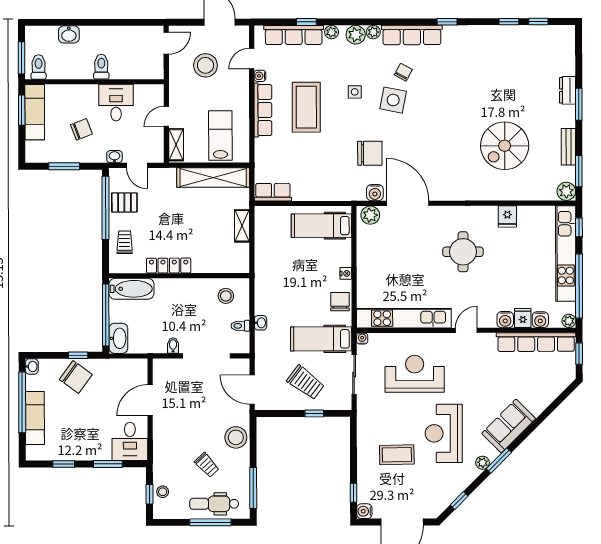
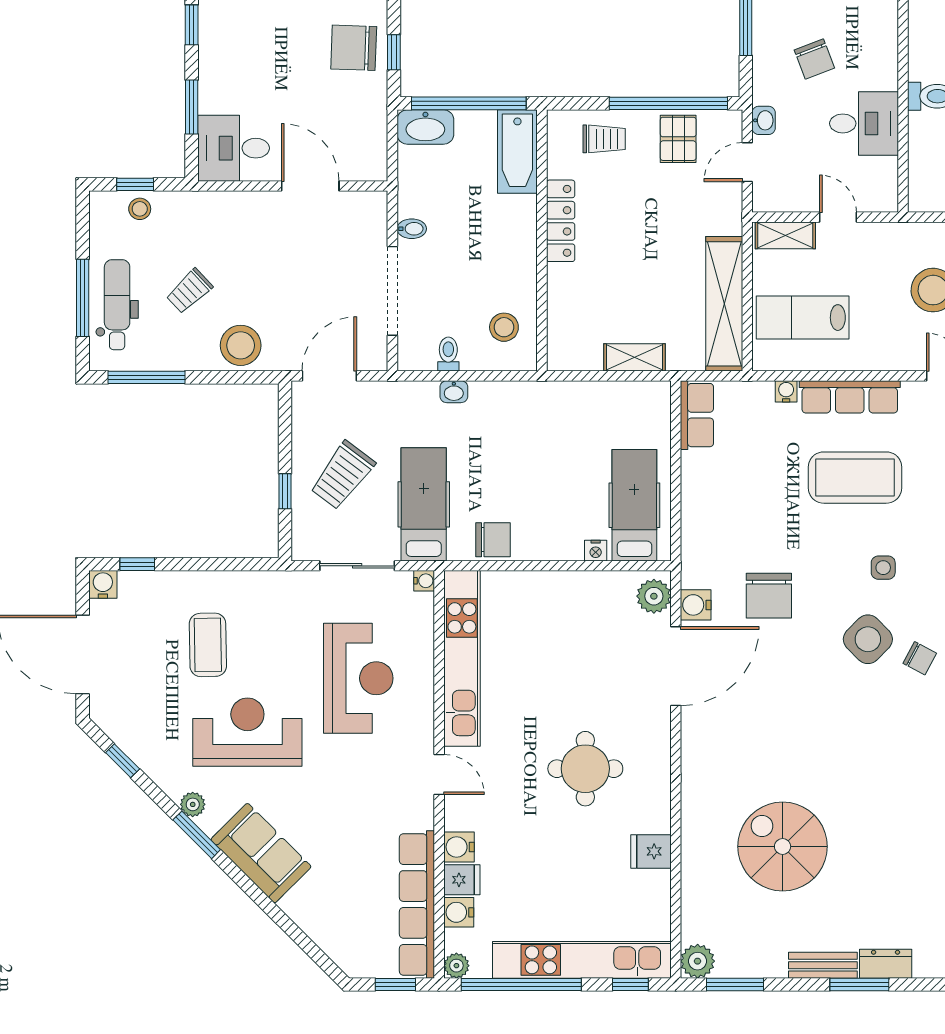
water cooler: (260, 76) -> (786, 391), moved
side table: (393, 100) -> (868, 639), turned 34
lab bench: (220, 135) -> (803, 318), turned 180
bench: (568, 147) -> (823, 965), moved
nightstand: (346, 273) -> (596, 551), moved
chair: (76, 377) -> (354, 48), turned 56

